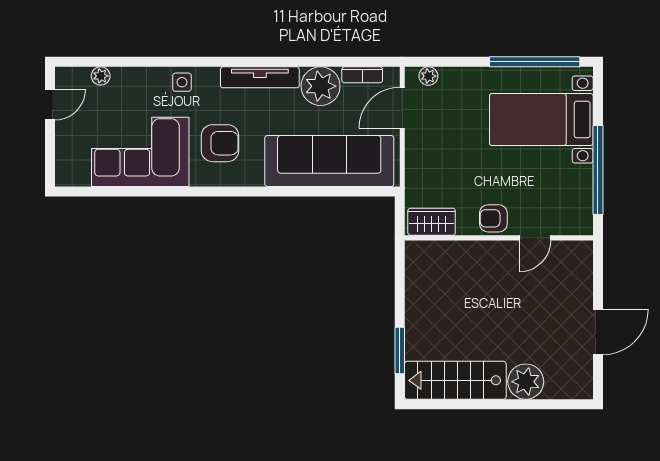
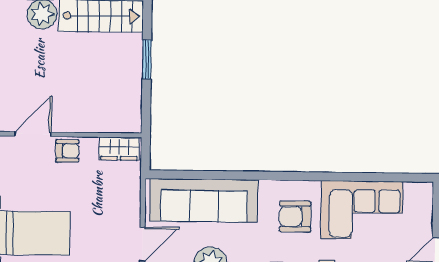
door: (535, 238) -> (33, 134), width x1.38
window: (400, 351) -> (147, 60), moved

